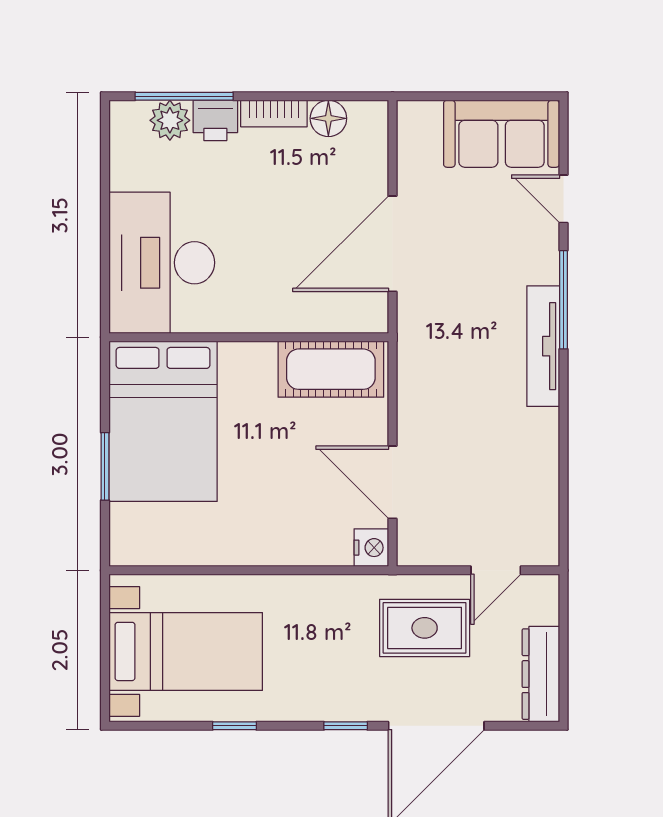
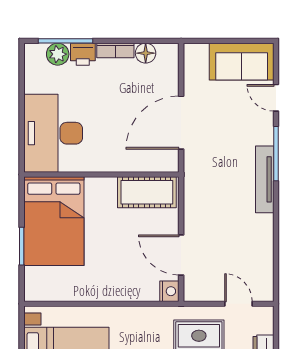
door: (496, 570) -> (238, 304), swing flipped

